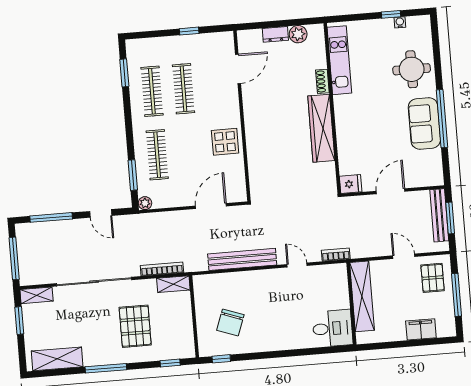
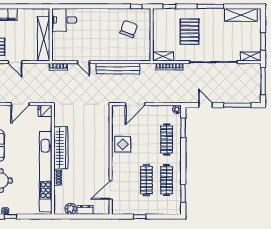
kitchen unit: (339, 60) -> (46, 172), width x1.86

